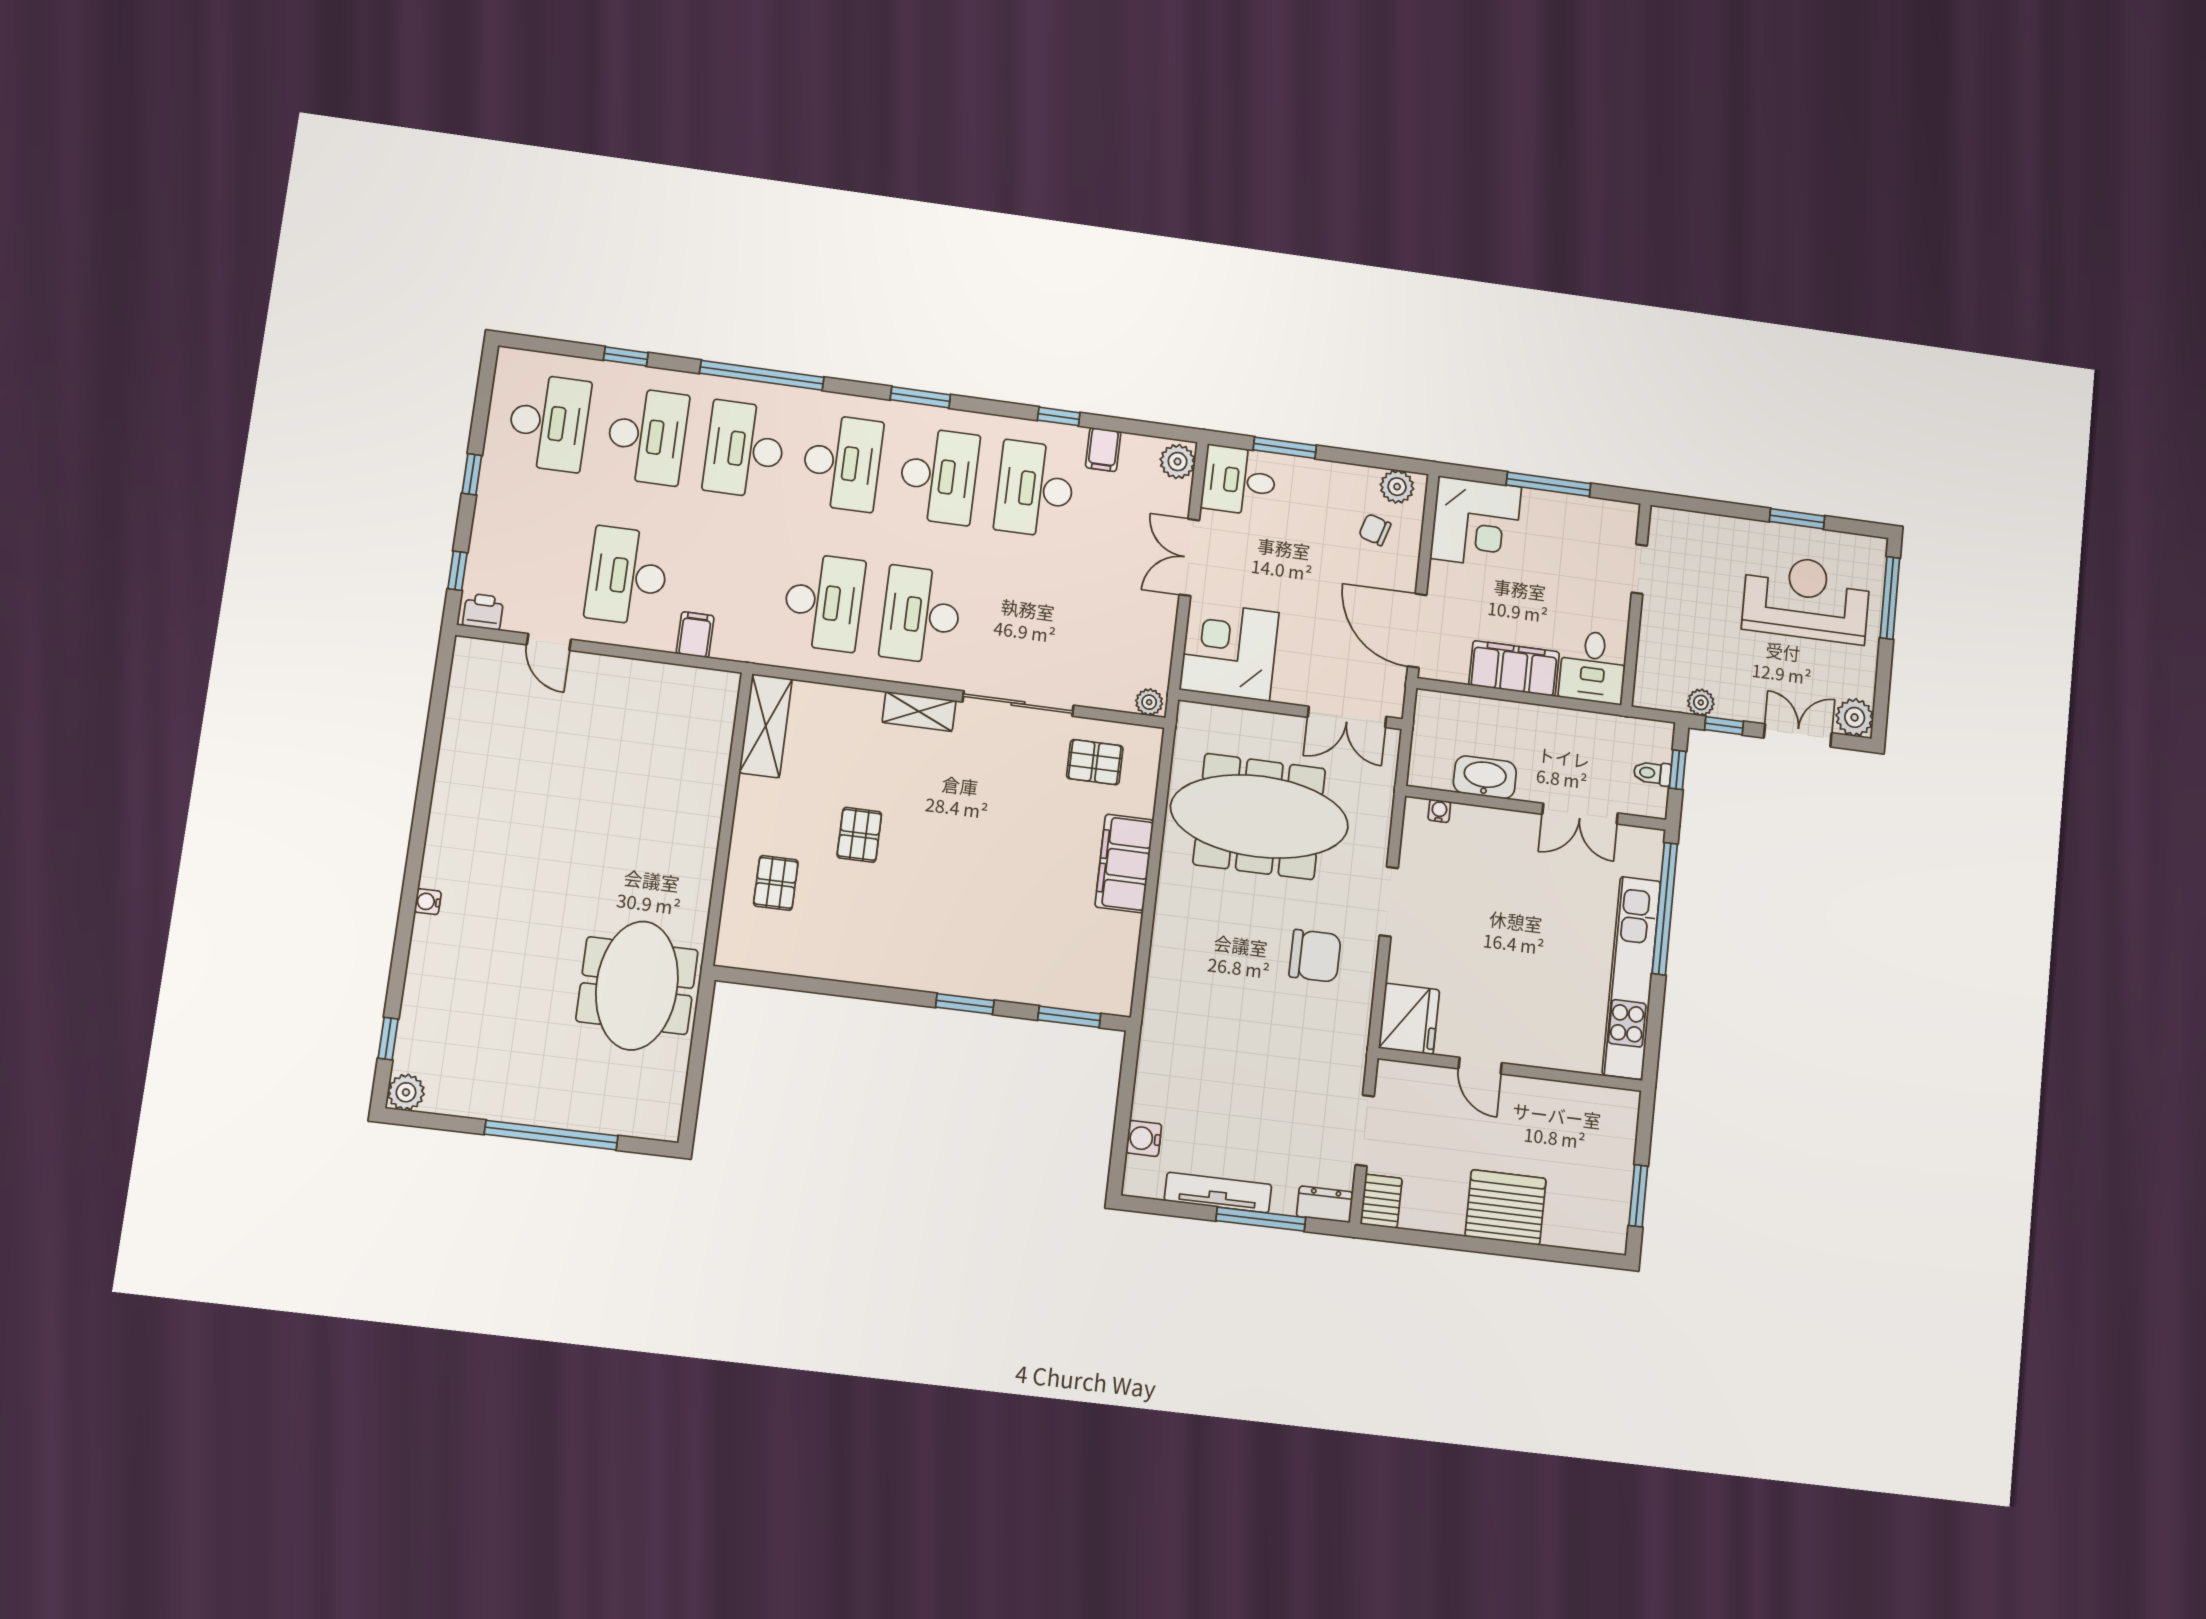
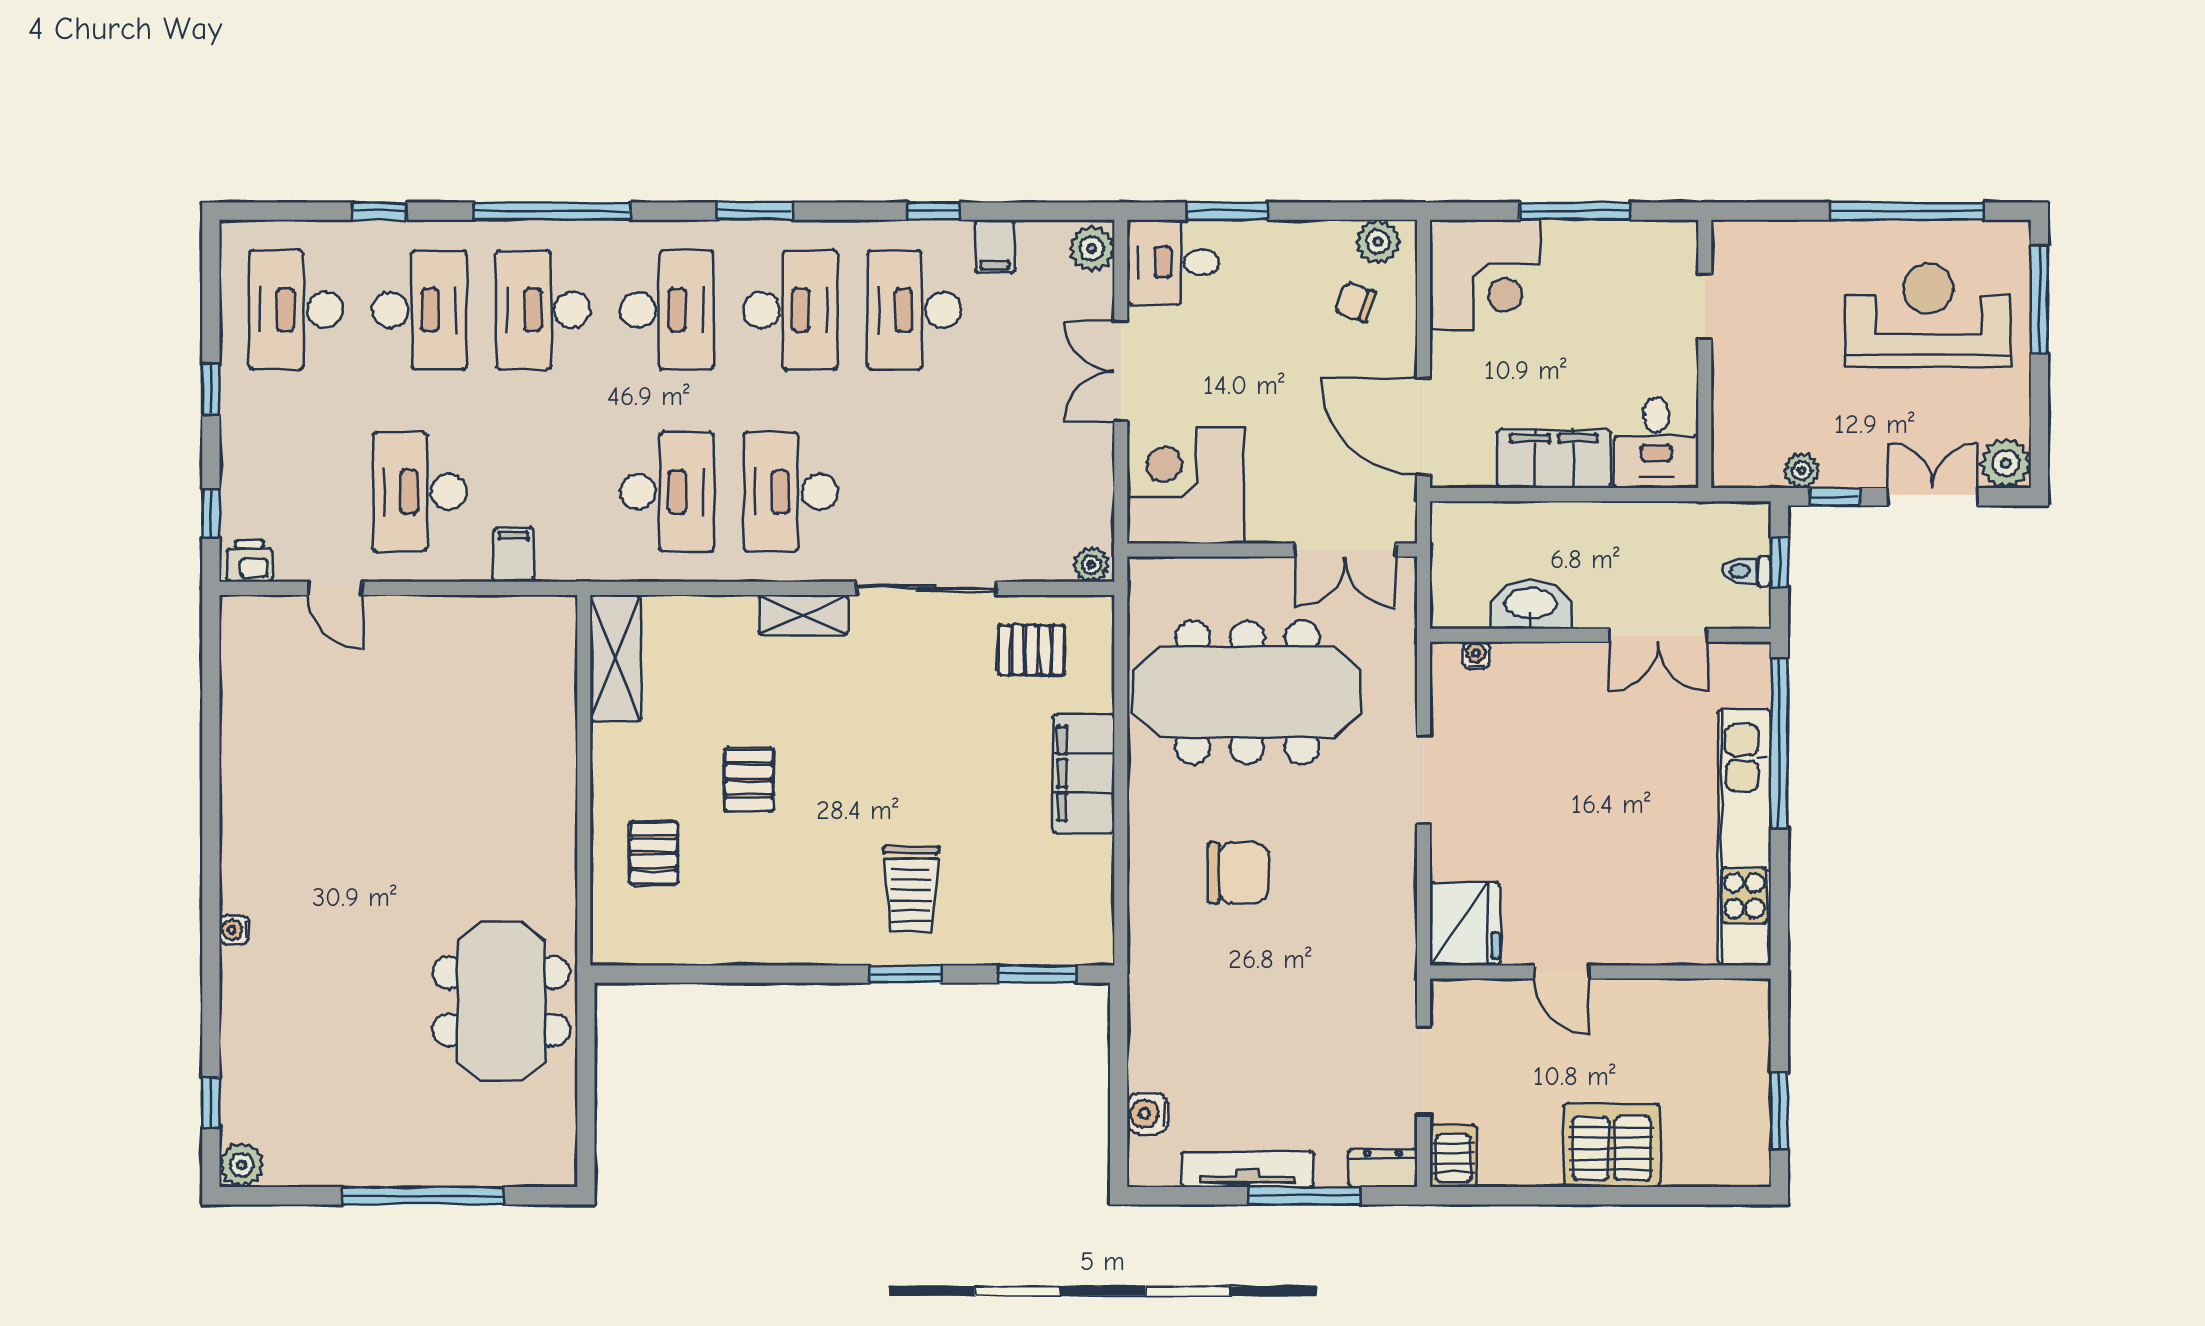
desk: (549, 423) -> (296, 310), turned 180
window: (1797, 519) -> (1907, 211), width x2.11
trolley: (977, 937) -> (911, 889), added
chair: (1315, 956) -> (1238, 873), moved

